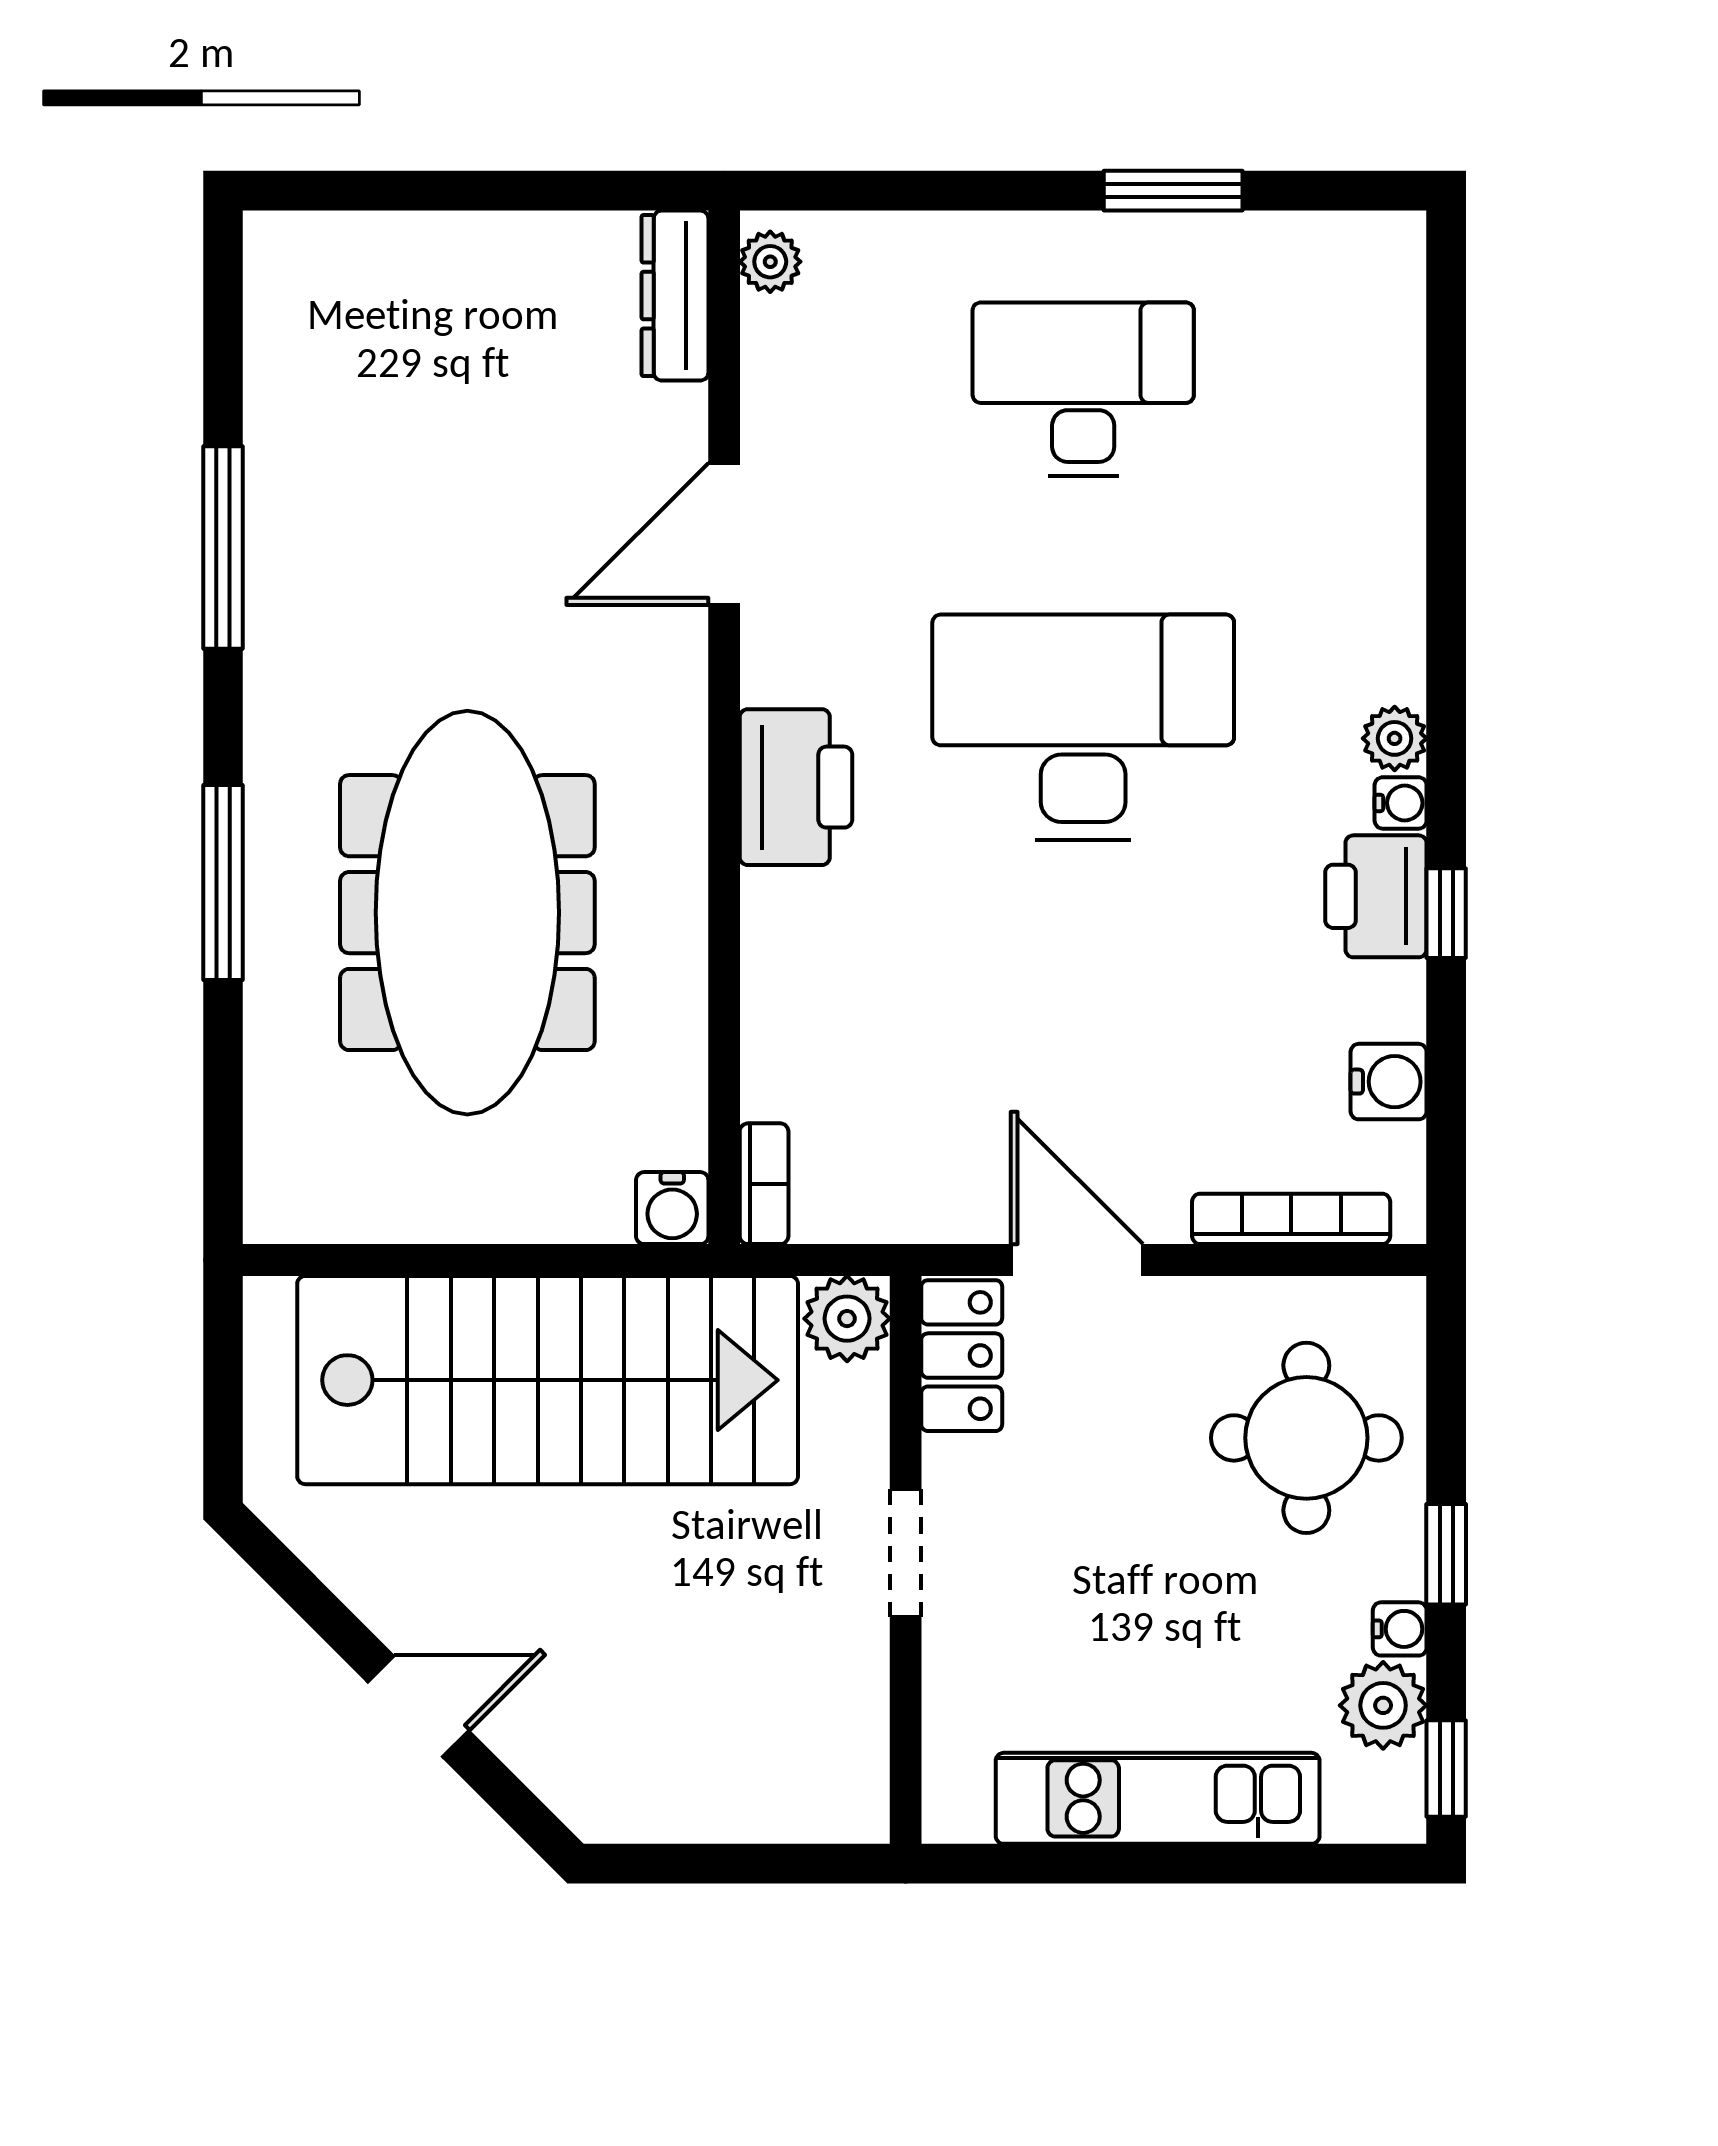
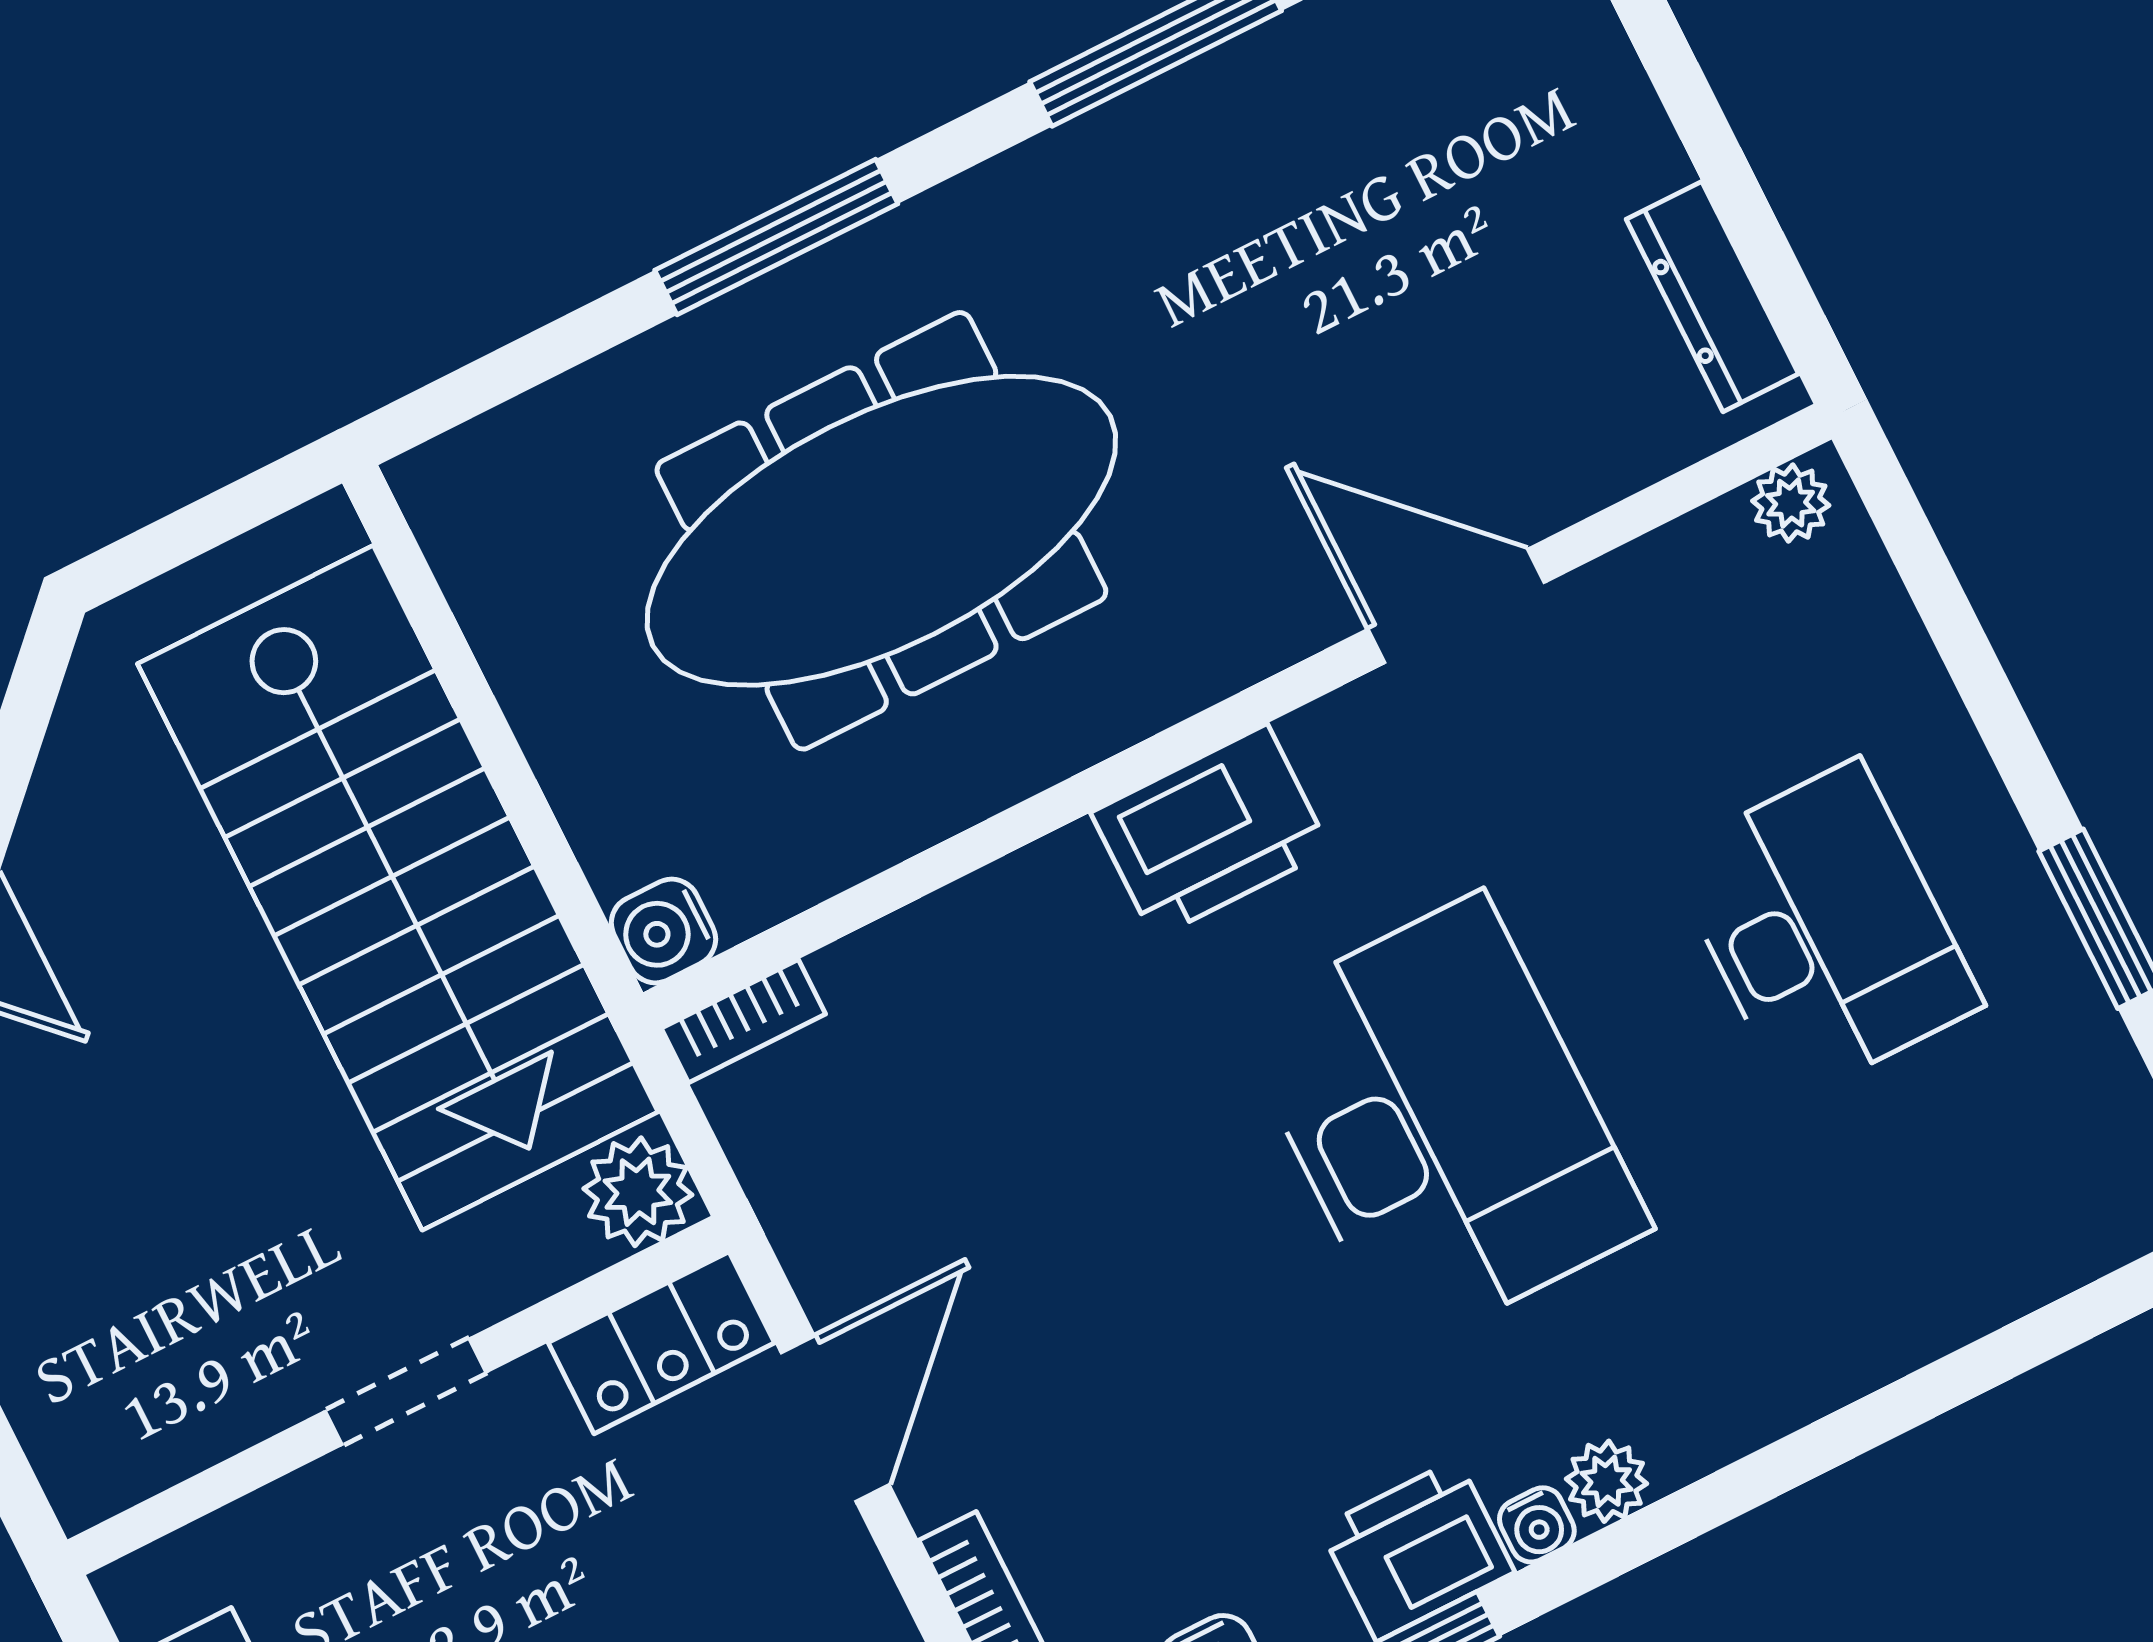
dresser: (675, 296) -> (1712, 297), moved, turned -90

